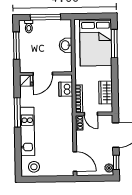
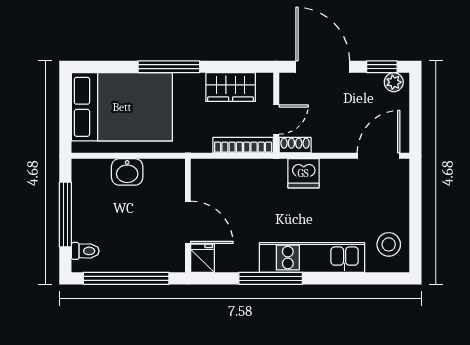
window: (114, 44) -> (169, 67), moved
window: (16, 46) -> (126, 278), width x1.46
dishwasher: (66, 89) -> (303, 173), moved

